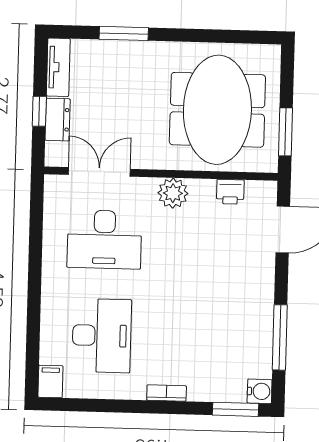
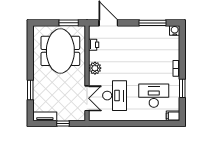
meeting table: (217, 110) -> (60, 51), turned 90
dresser: (58, 120) -> (66, 116), removed
double door: (99, 172) -> (87, 98), swing flipped
window: (236, 409) -> (182, 88), moved

